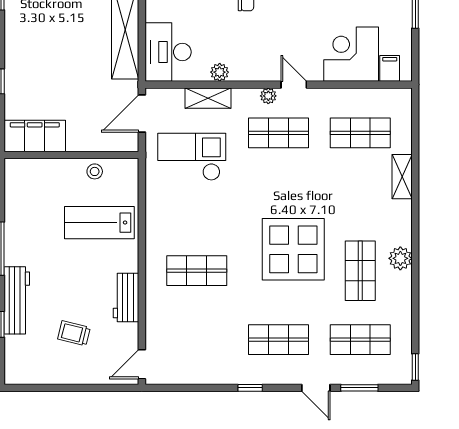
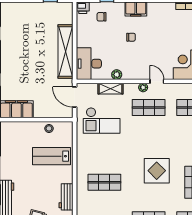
door: (142, 114) -> (75, 97), hinge flipped
checkout: (192, 157) -> (102, 120), turned 180
display table: (293, 249) -> (157, 171), width x0.73, depth x0.73

